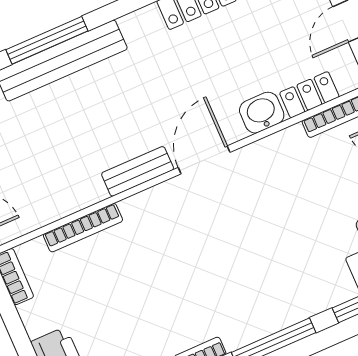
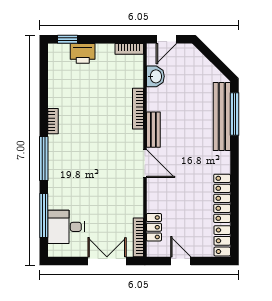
washbasin: (262, 113) -> (155, 76), moved
bookcase: (83, 228) -> (138, 109), moved

